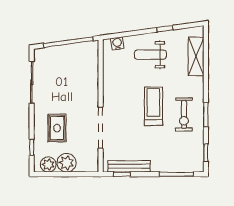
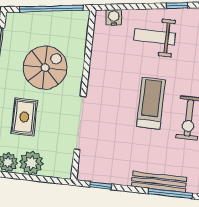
spiral stairs: (69, 88) -> (45, 68), added
bench: (129, 166) -> (159, 182), moved

